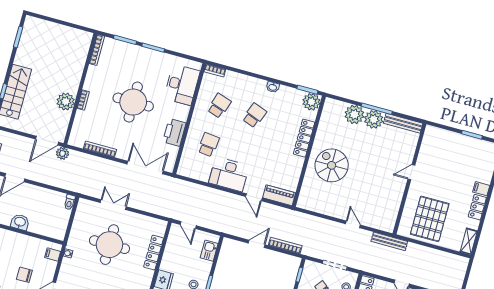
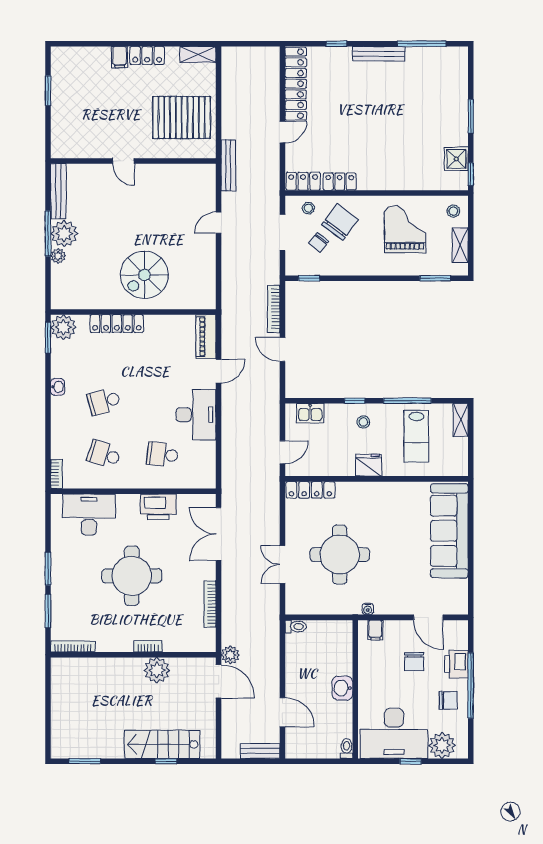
plant: (354, 114) -> (58, 256), width x0.53, depth x0.53
school desk: (254, 115) -> (104, 402), turned -36
locker: (154, 253) -> (310, 490), moved

